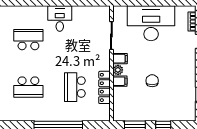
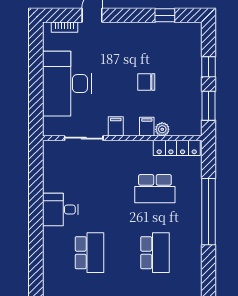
school desk: (28, 40) -> (89, 253), turned 180
plant: (118, 70) -> (162, 129), moved
locker: (104, 87) -> (177, 148), moved

